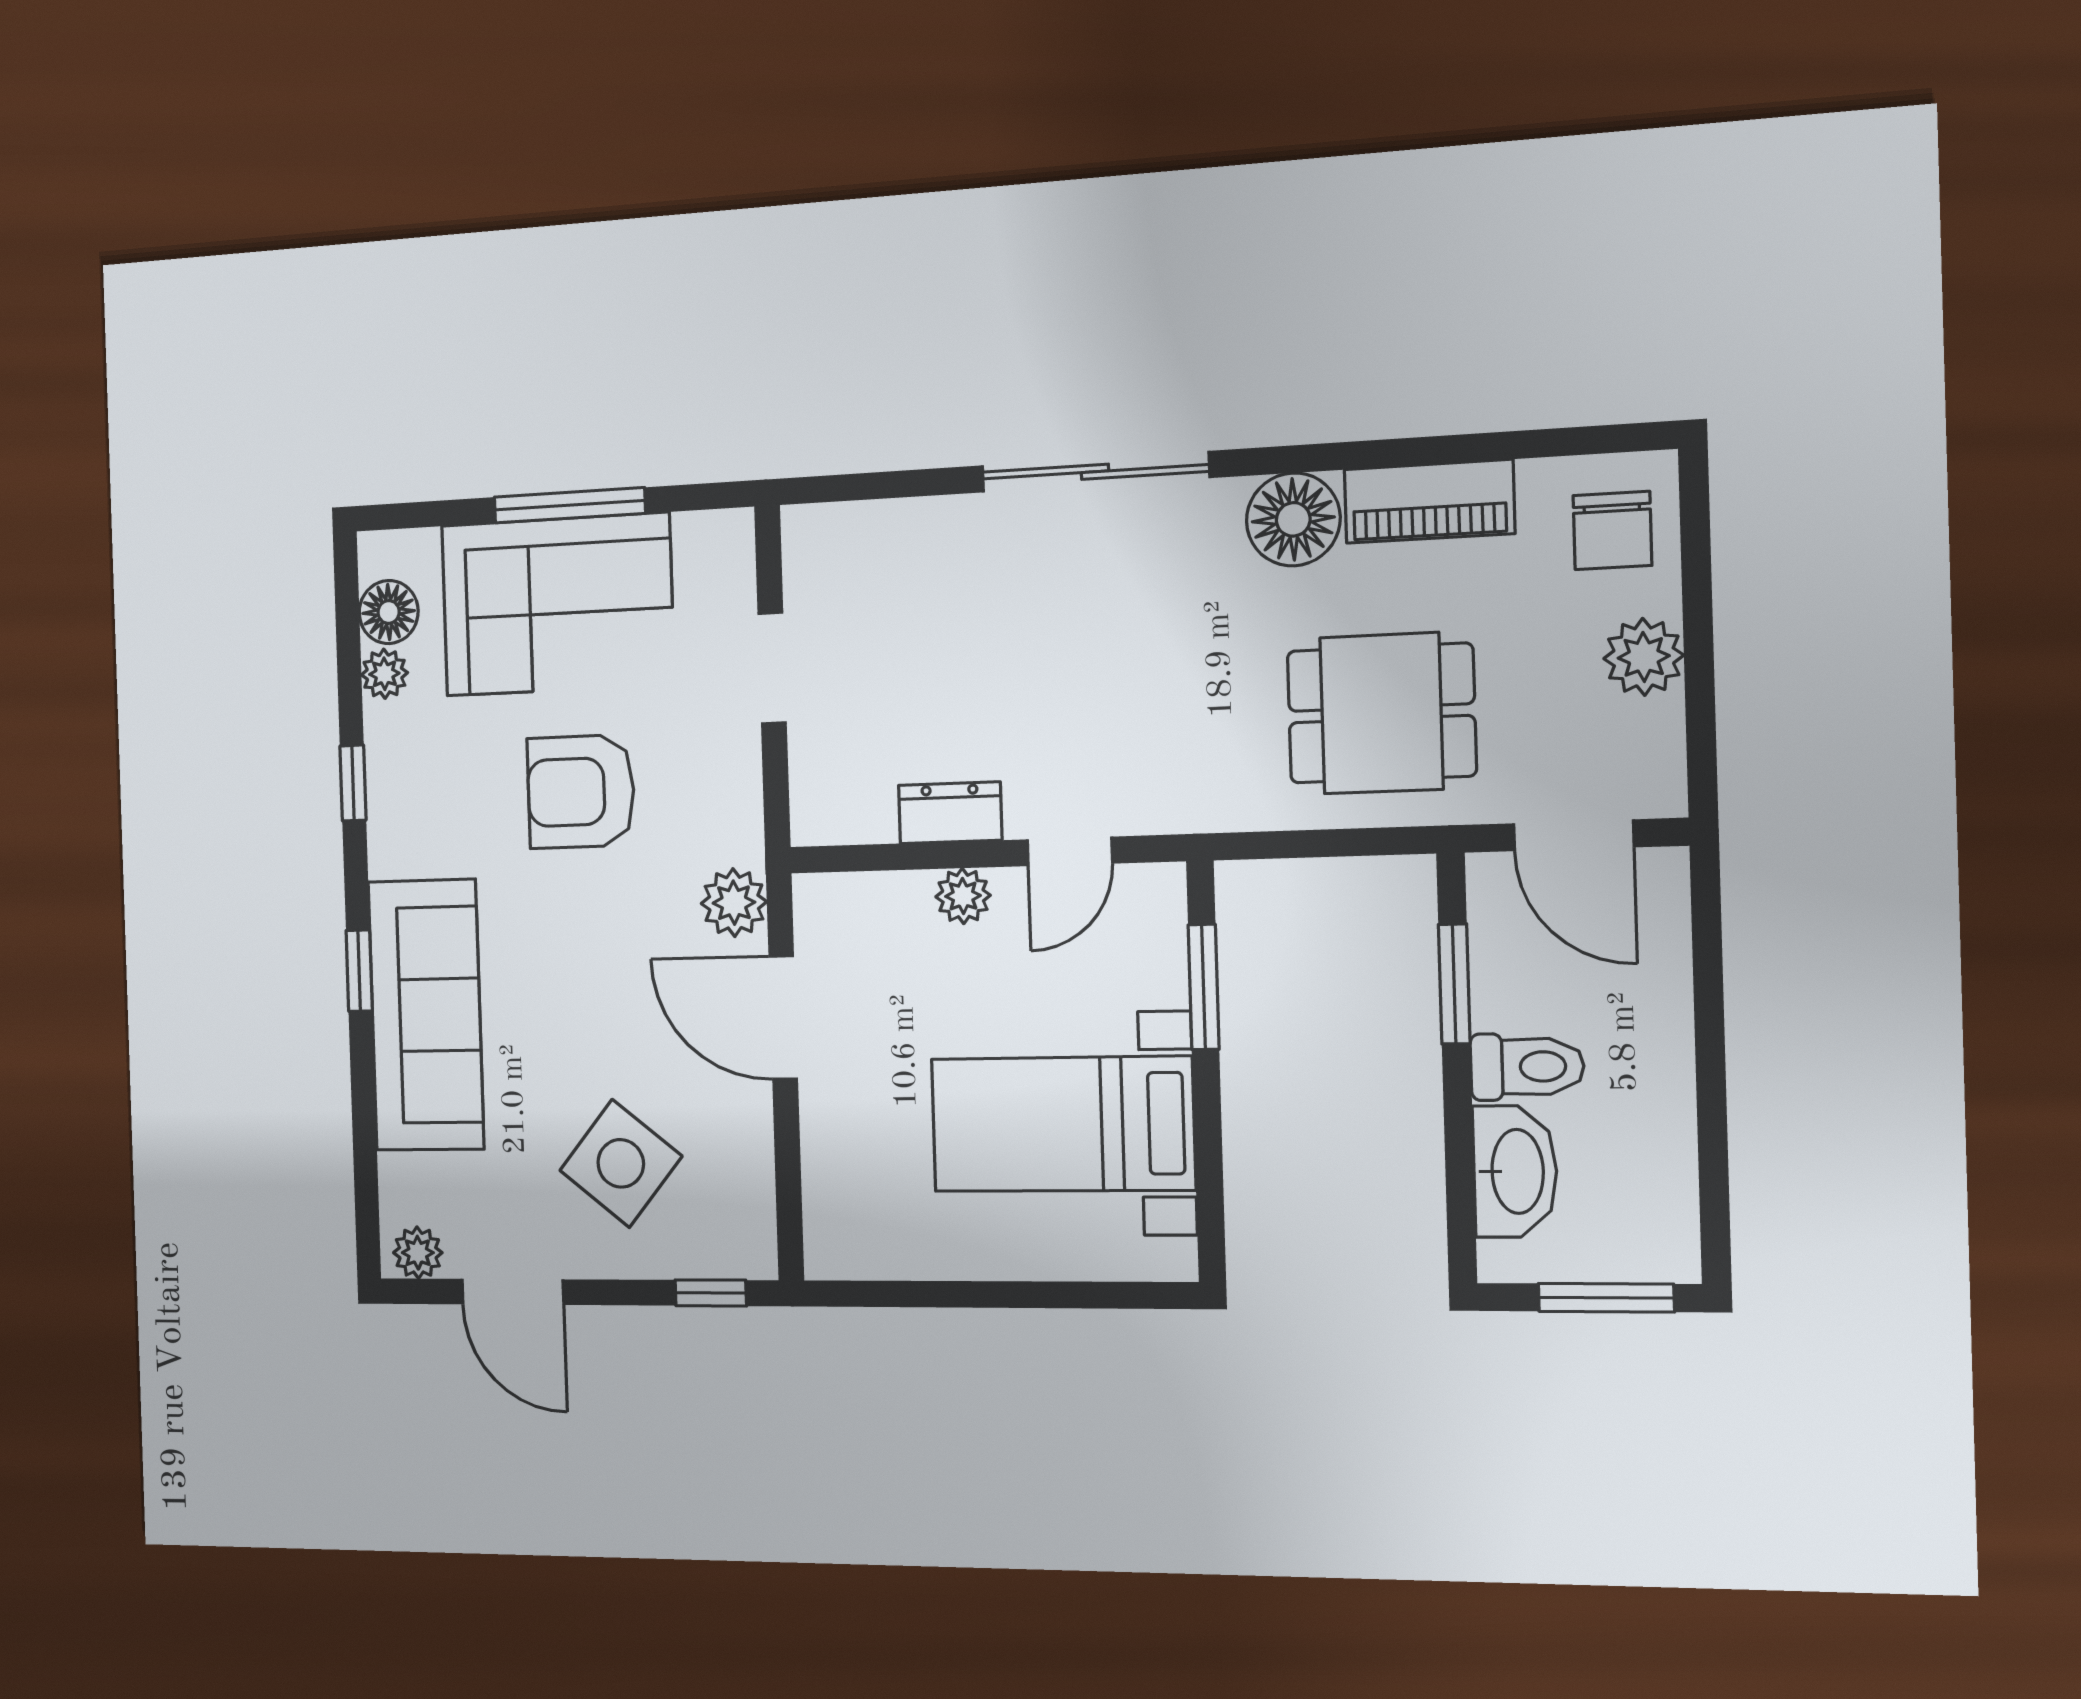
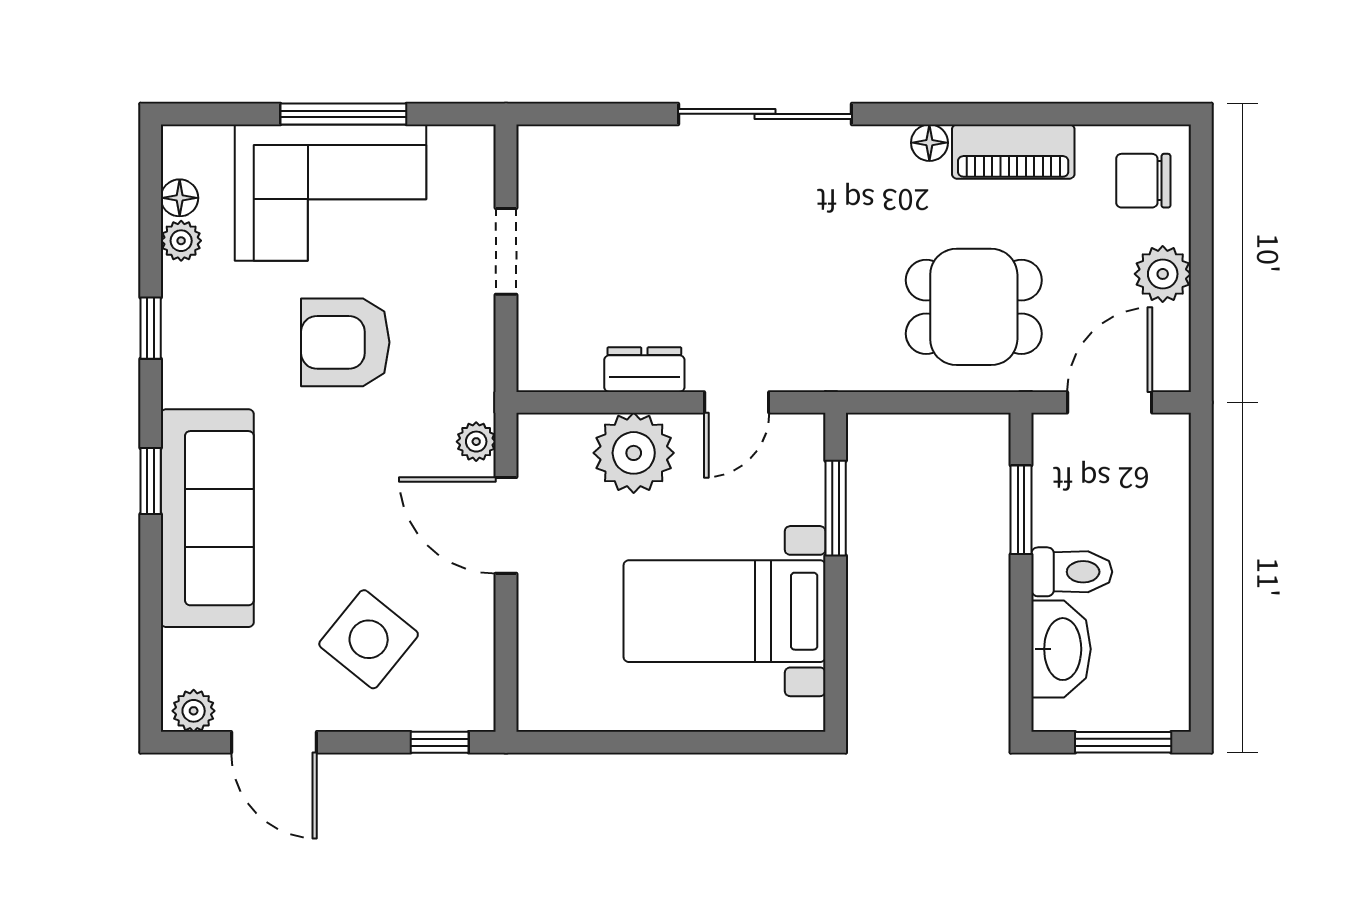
floor lamp: (1293, 519) -> (929, 143), width x0.53, depth x0.53
chair: (1612, 530) -> (1143, 181), turned 90
floor lamp: (389, 612) -> (180, 198), width x0.73, depth x0.73
door: (1574, 835) -> (1110, 402), swing flipped
plant: (963, 896) -> (634, 453), width x1.88, depth x1.88
plant: (734, 903) -> (476, 442), width x0.73, depth x0.73

